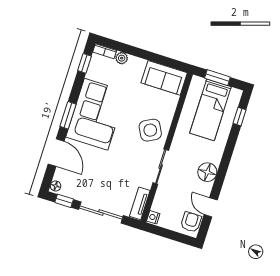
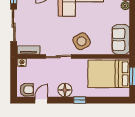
bed: (210, 110) -> (109, 74), width x1.50
window: (239, 117) -> (80, 100), moved

